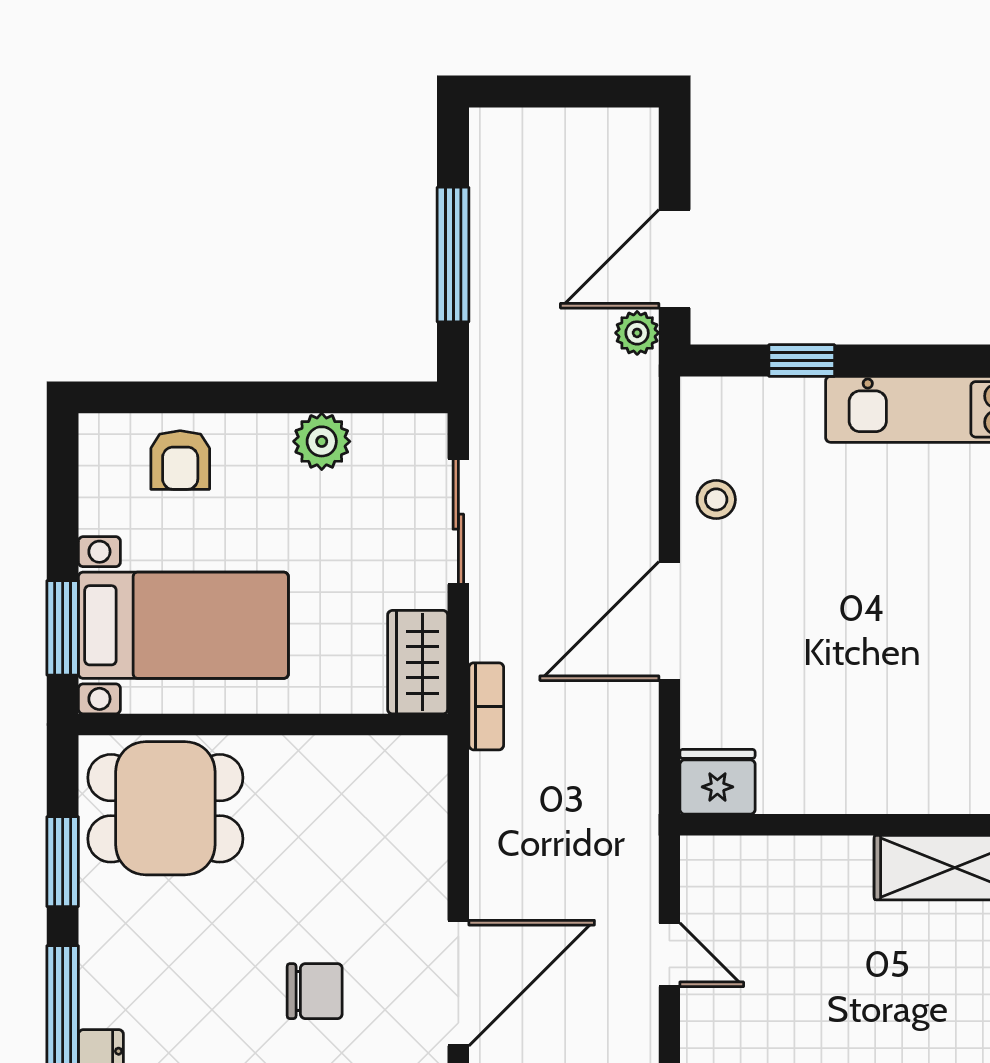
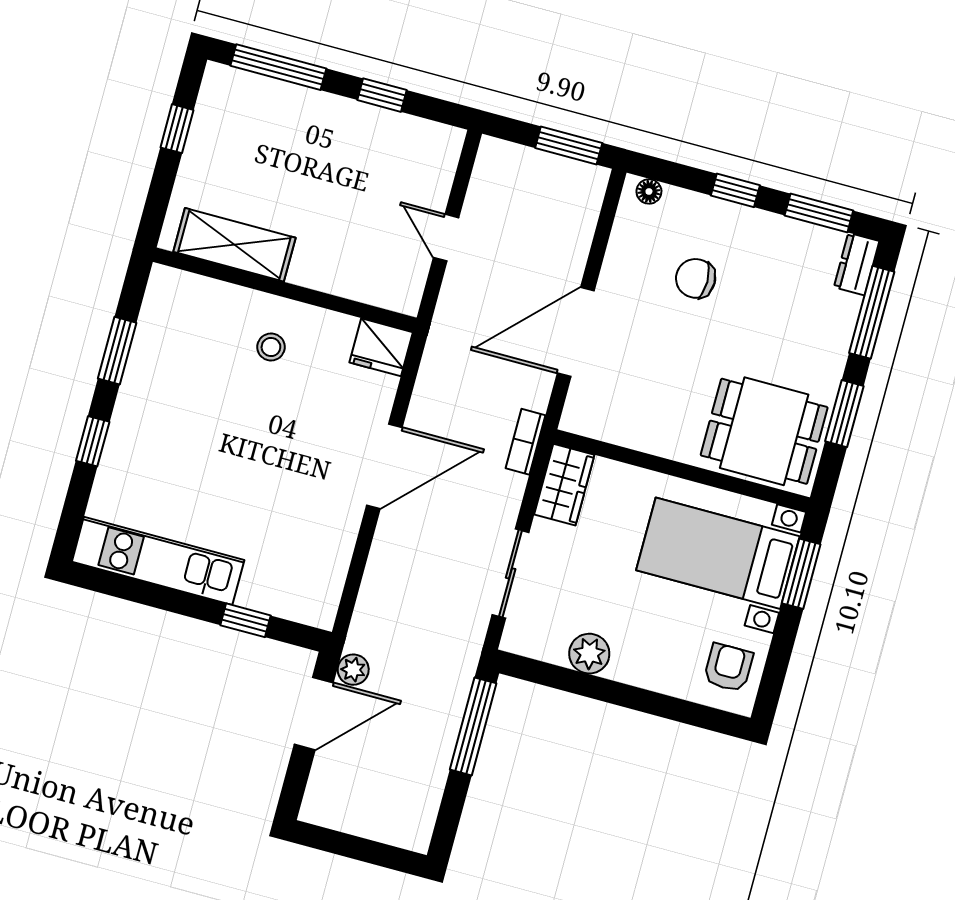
window: (453, 255) -> (473, 726), moved
armchair: (180, 460) -> (728, 668), moved
stool: (716, 500) -> (271, 347), moved
door: (458, 983) -> (576, 332), moved

